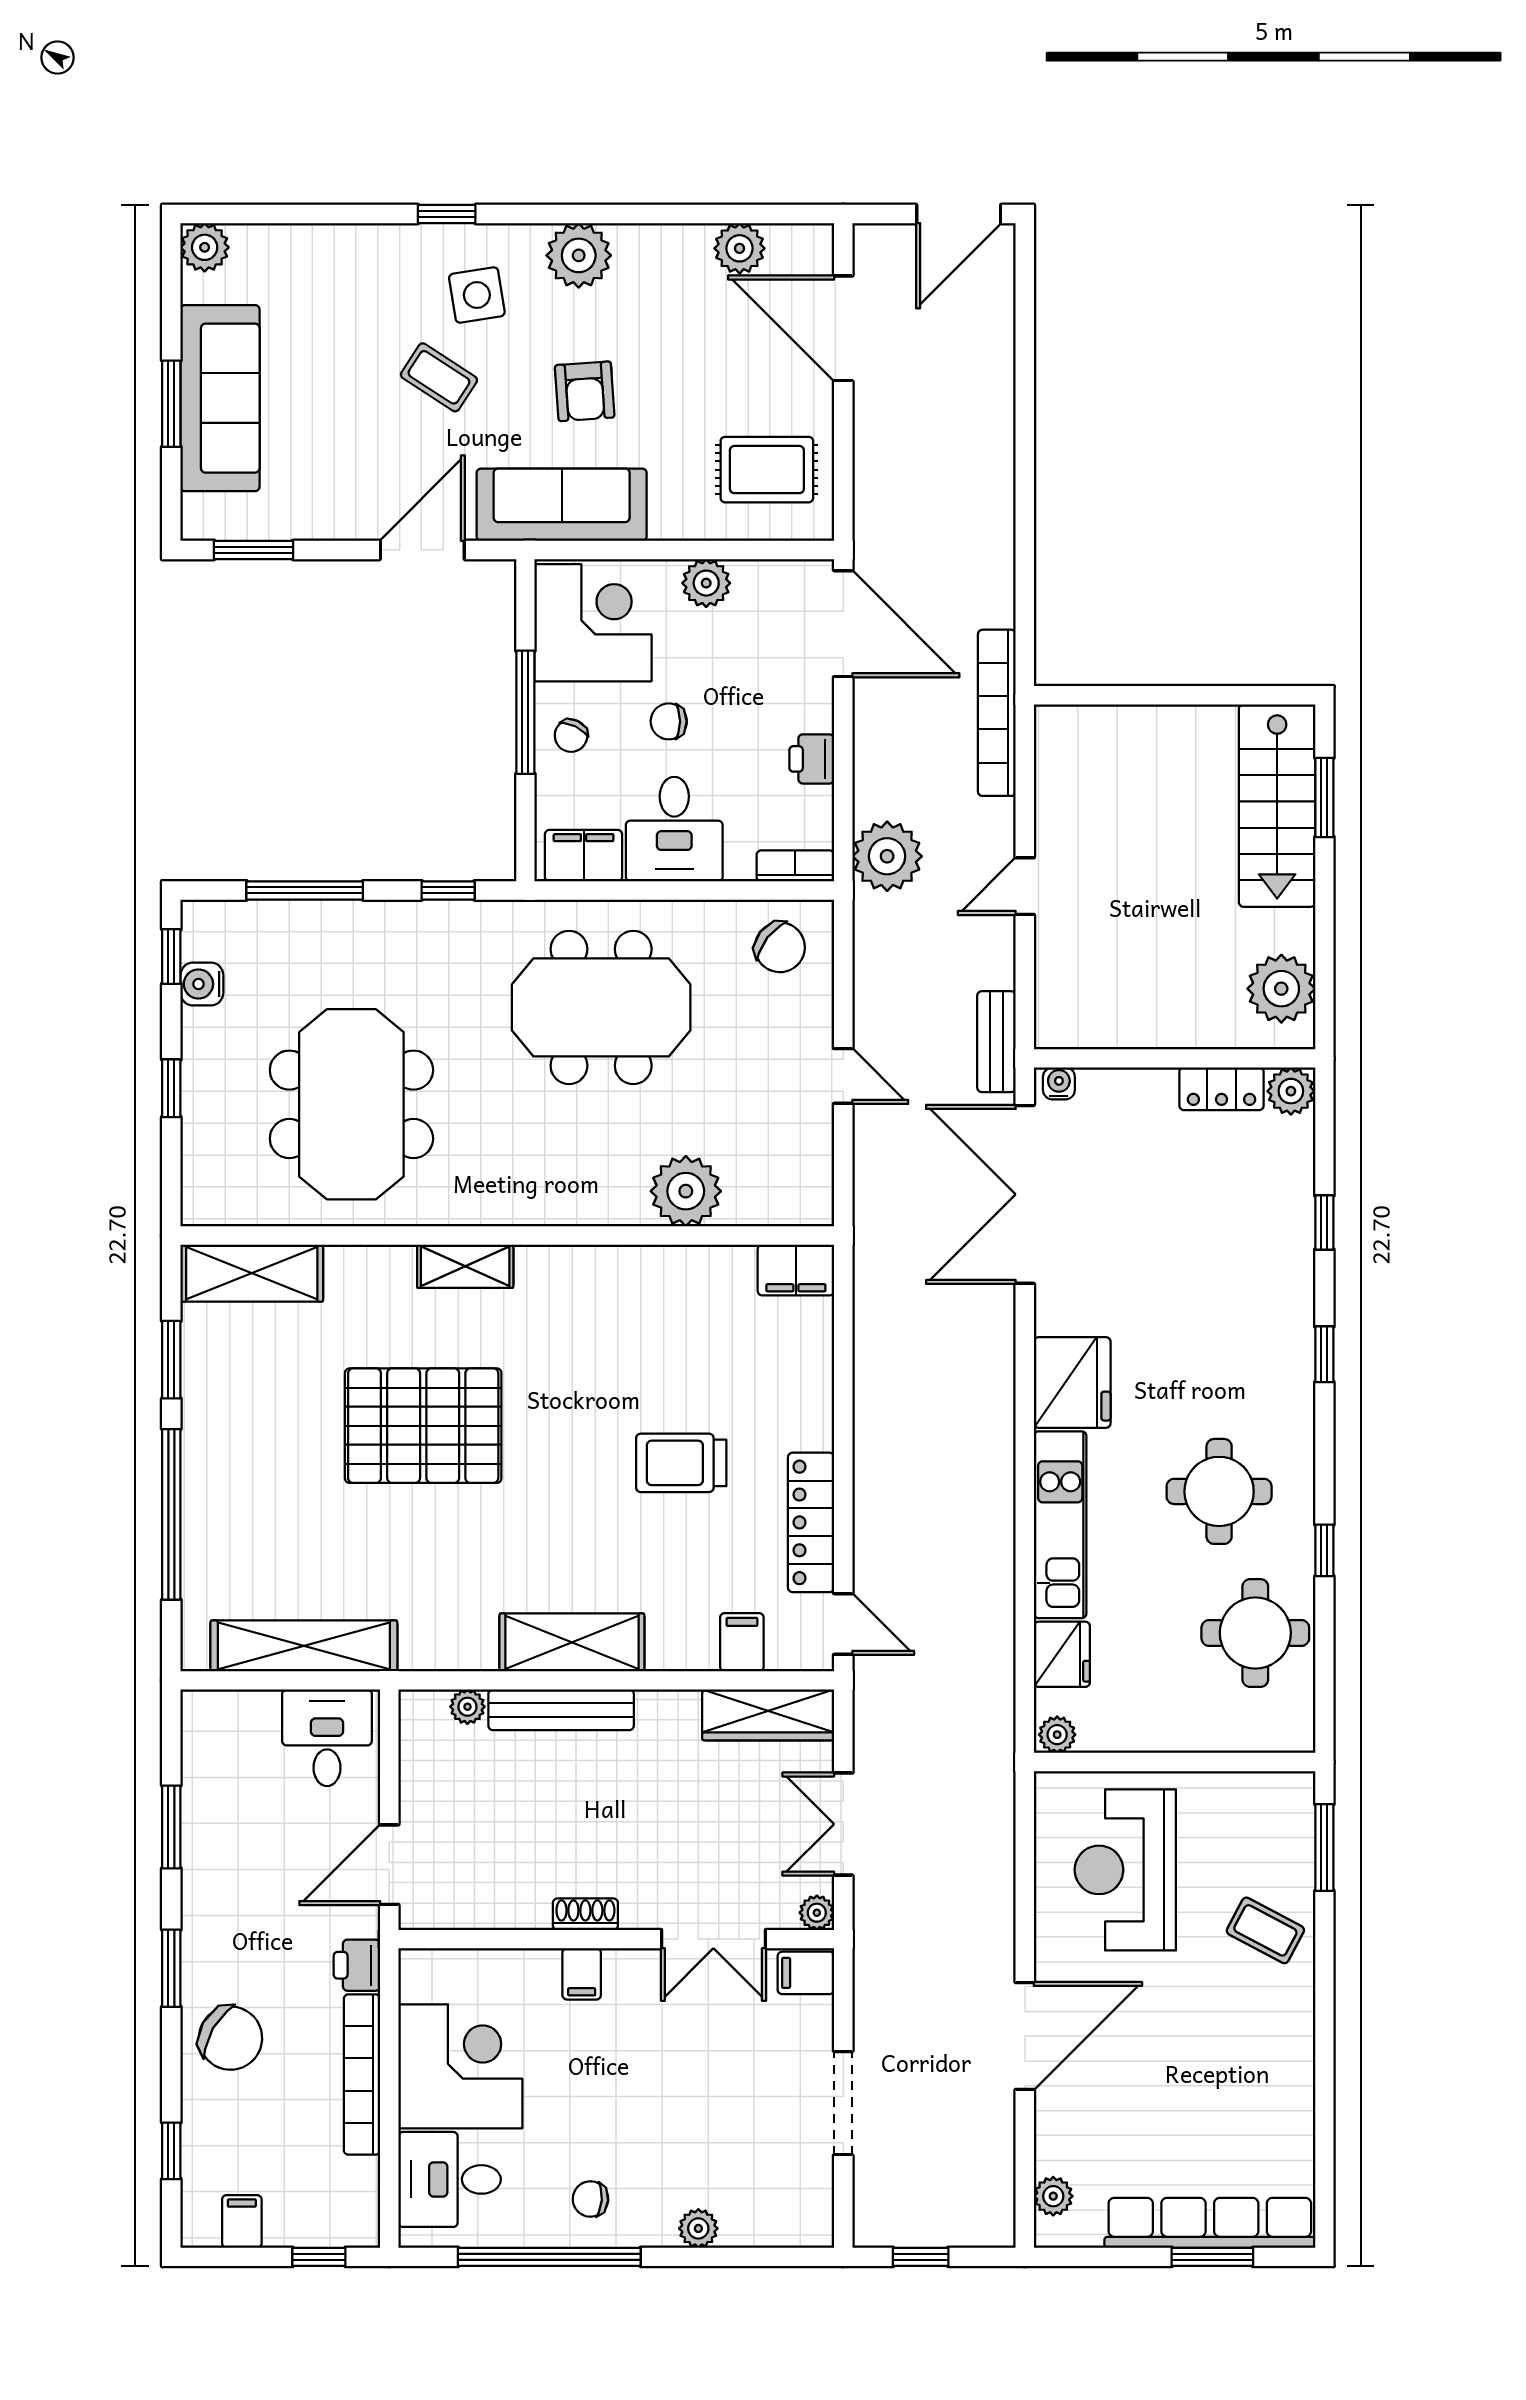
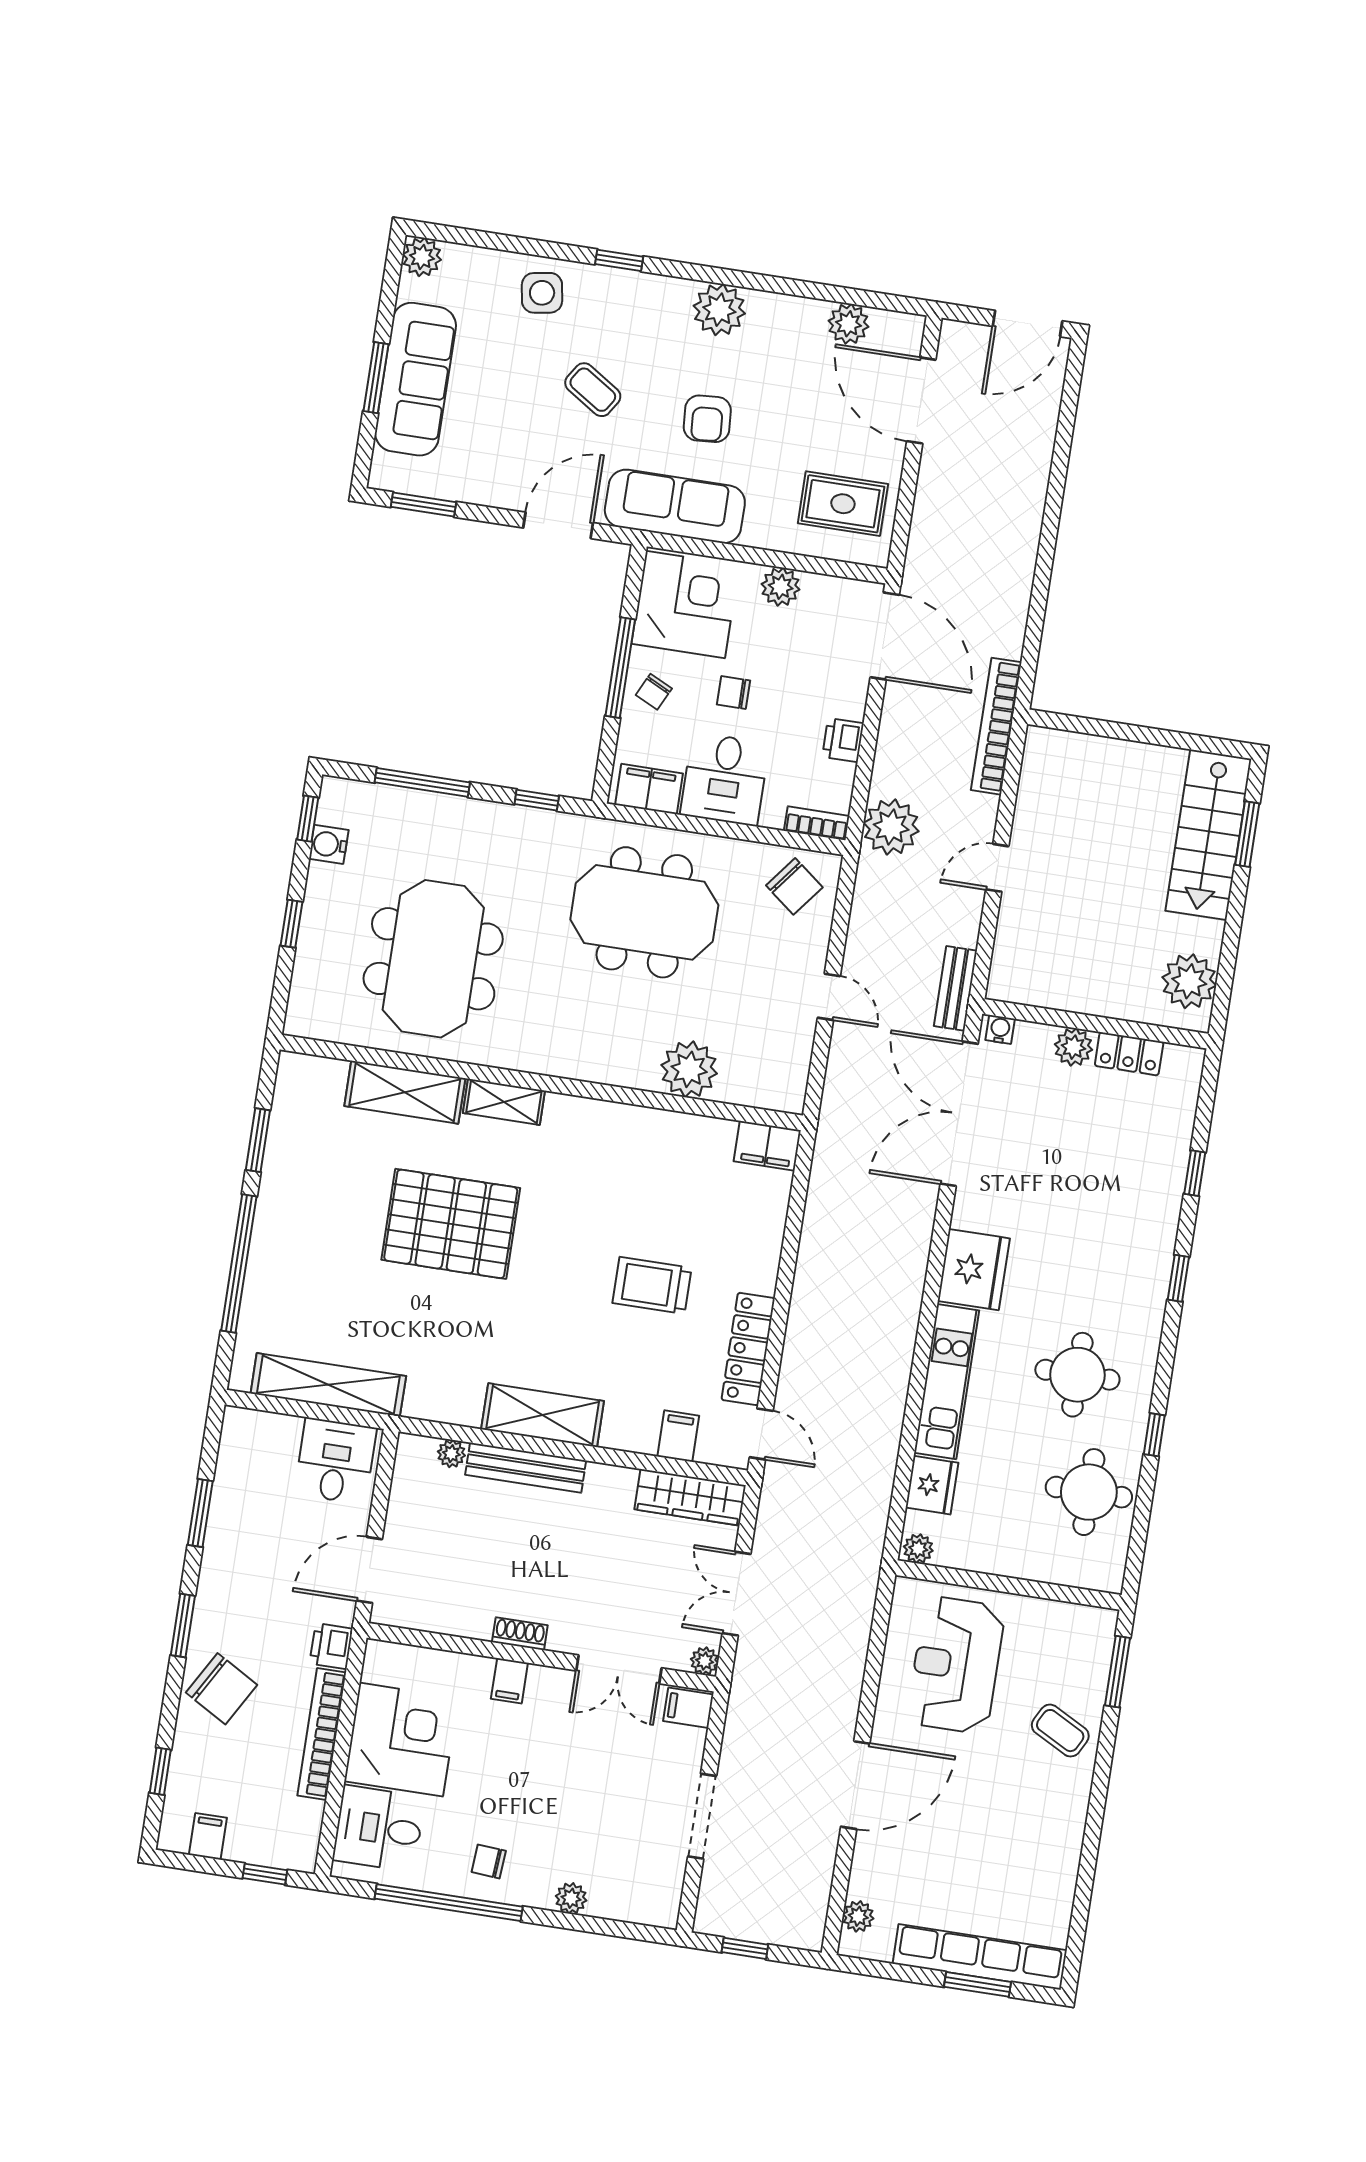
side table: (477, 295) -> (542, 293), moved
plant: (1291, 1091) -> (1073, 1047), moved
shelving: (252, 1273) -> (405, 1092), moved

